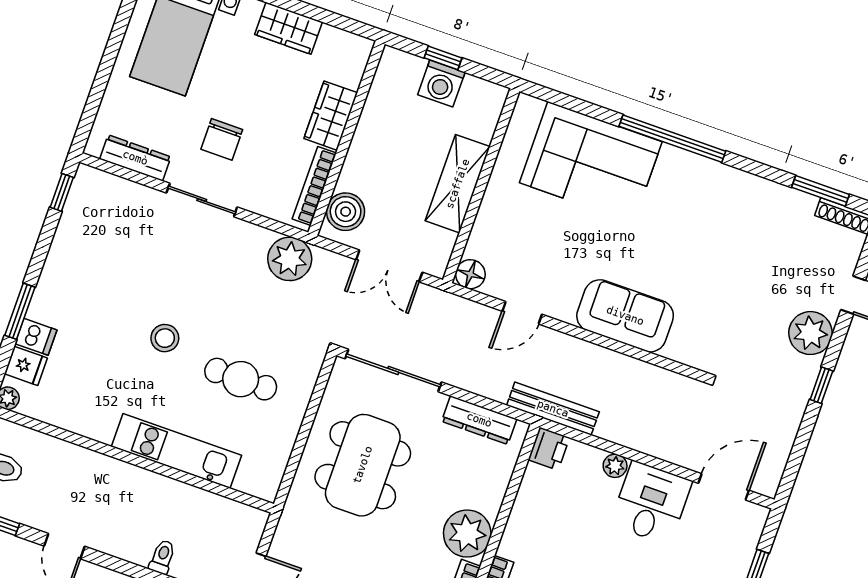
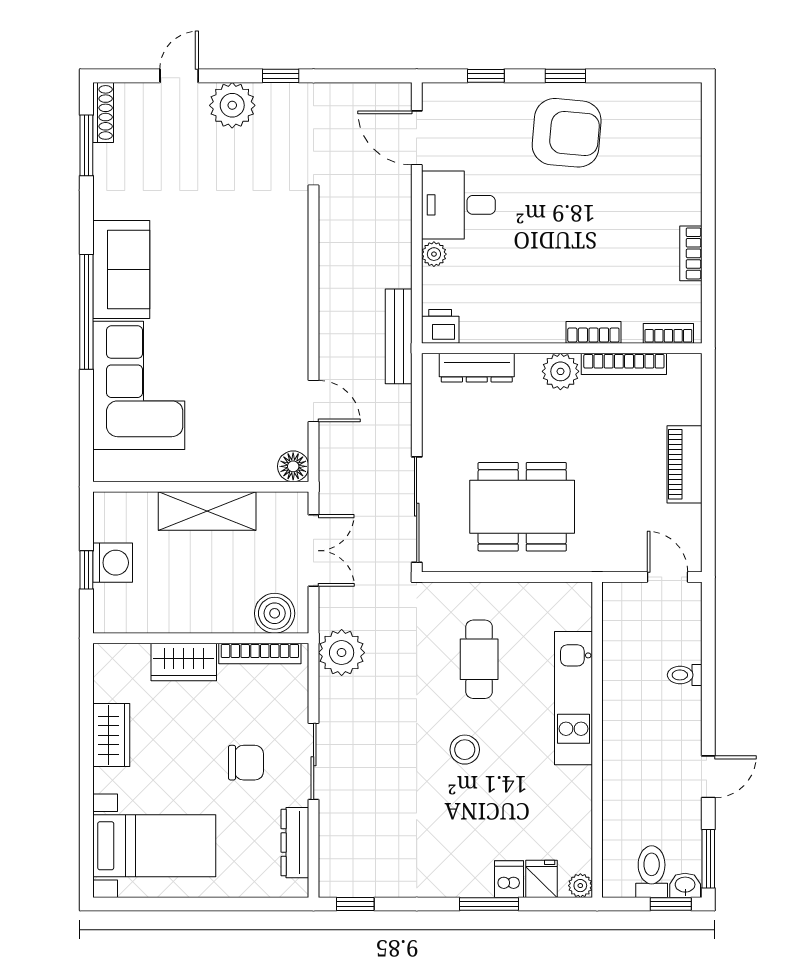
sofa: (625, 316) -> (121, 269), moved, turned 180
dresser: (479, 420) -> (477, 368), moved, turned 90
plant: (467, 534) -> (560, 371), width x0.73, depth x0.73

